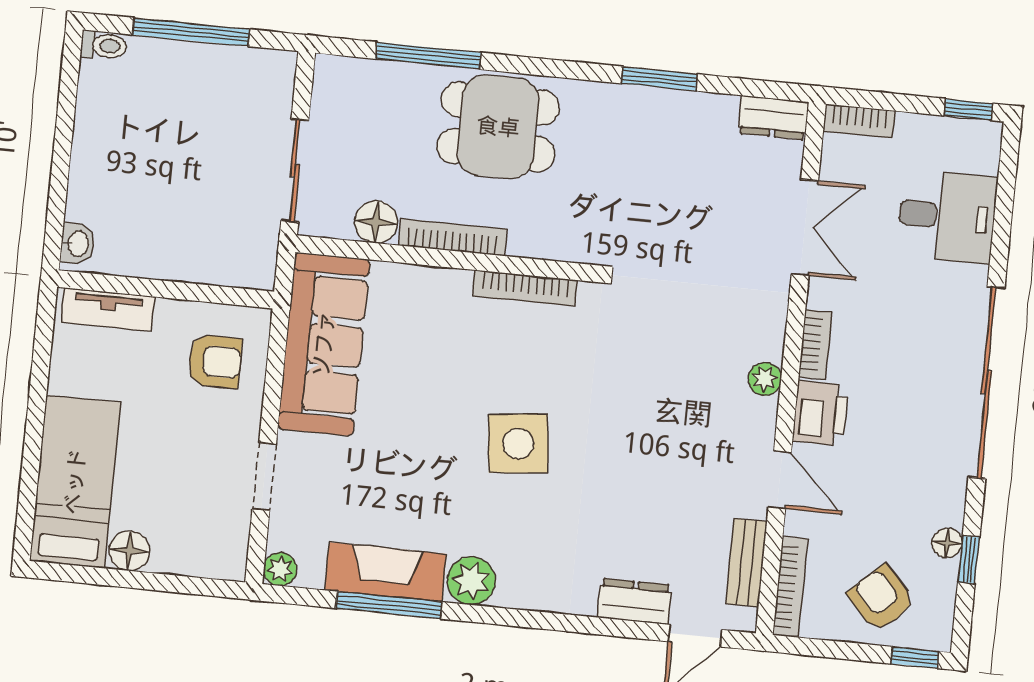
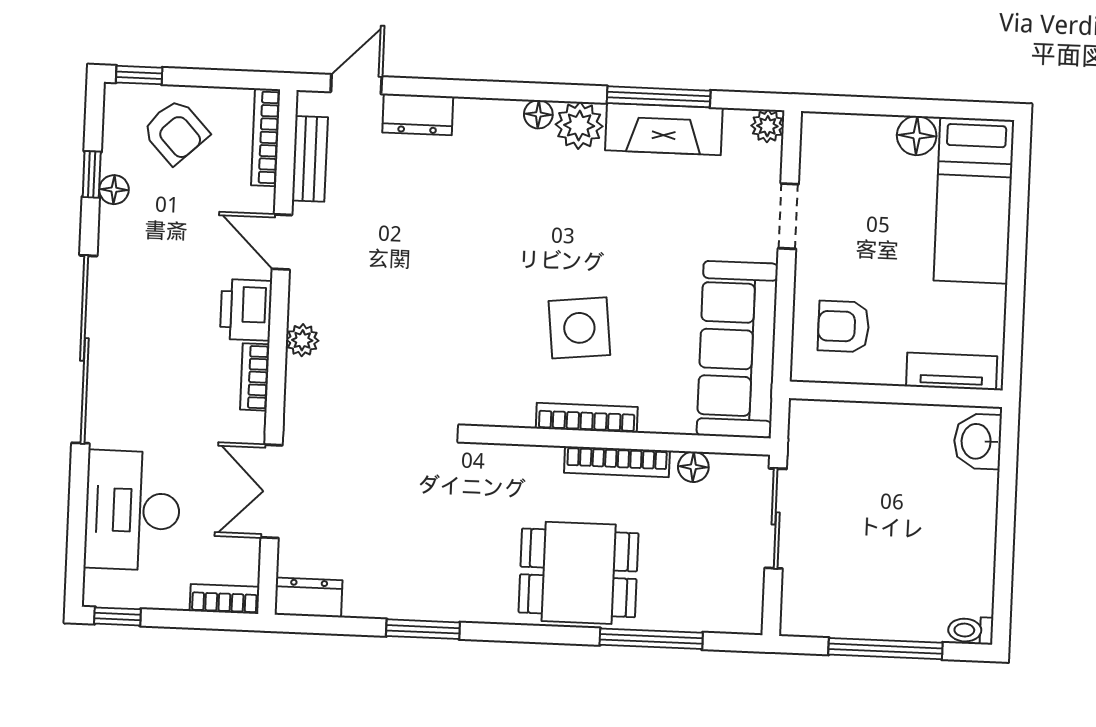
desk: (947, 216) -> (132, 510), width x1.37
floor lamp: (376, 222) -> (693, 467), width x0.73, depth x0.73
washbasin: (78, 244) -> (977, 441), width x1.38, depth x1.45
bookcase: (525, 288) -> (587, 418), moved
side table: (518, 444) -> (579, 328), moved
floor lamp: (512, 594) -> (538, 114), added

